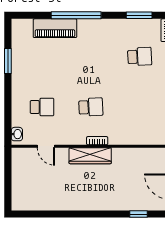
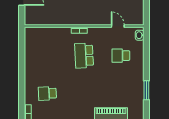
school desk: (91, 107) -> (84, 56), width x1.85
wardrobe: (90, 156) -> (85, 19), removed

